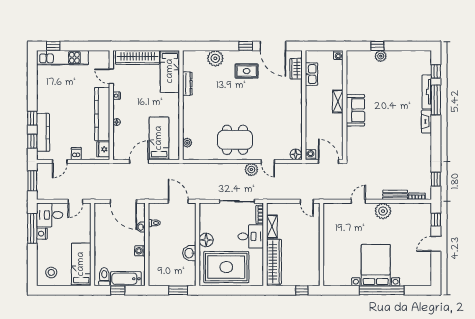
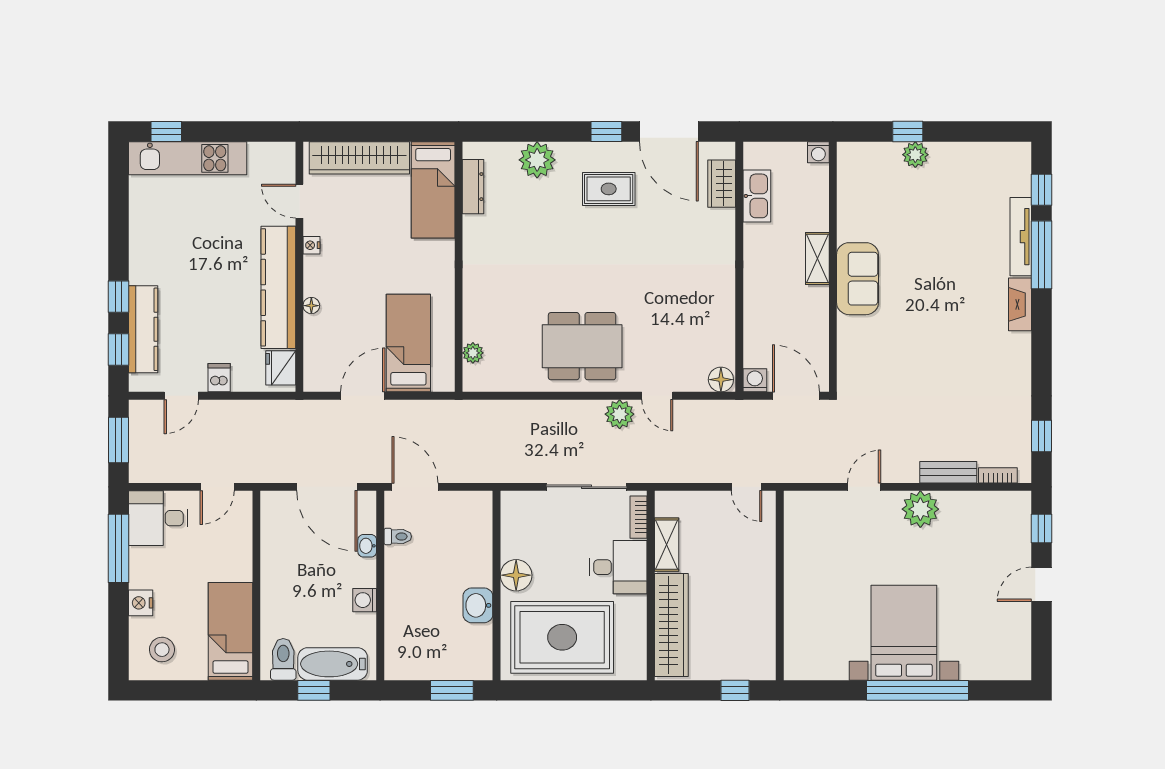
dresser: (187, 84) -> (473, 187), moved
door: (178, 201) -> (415, 487), moved
nightstand: (42, 234) -> (141, 603), moved

